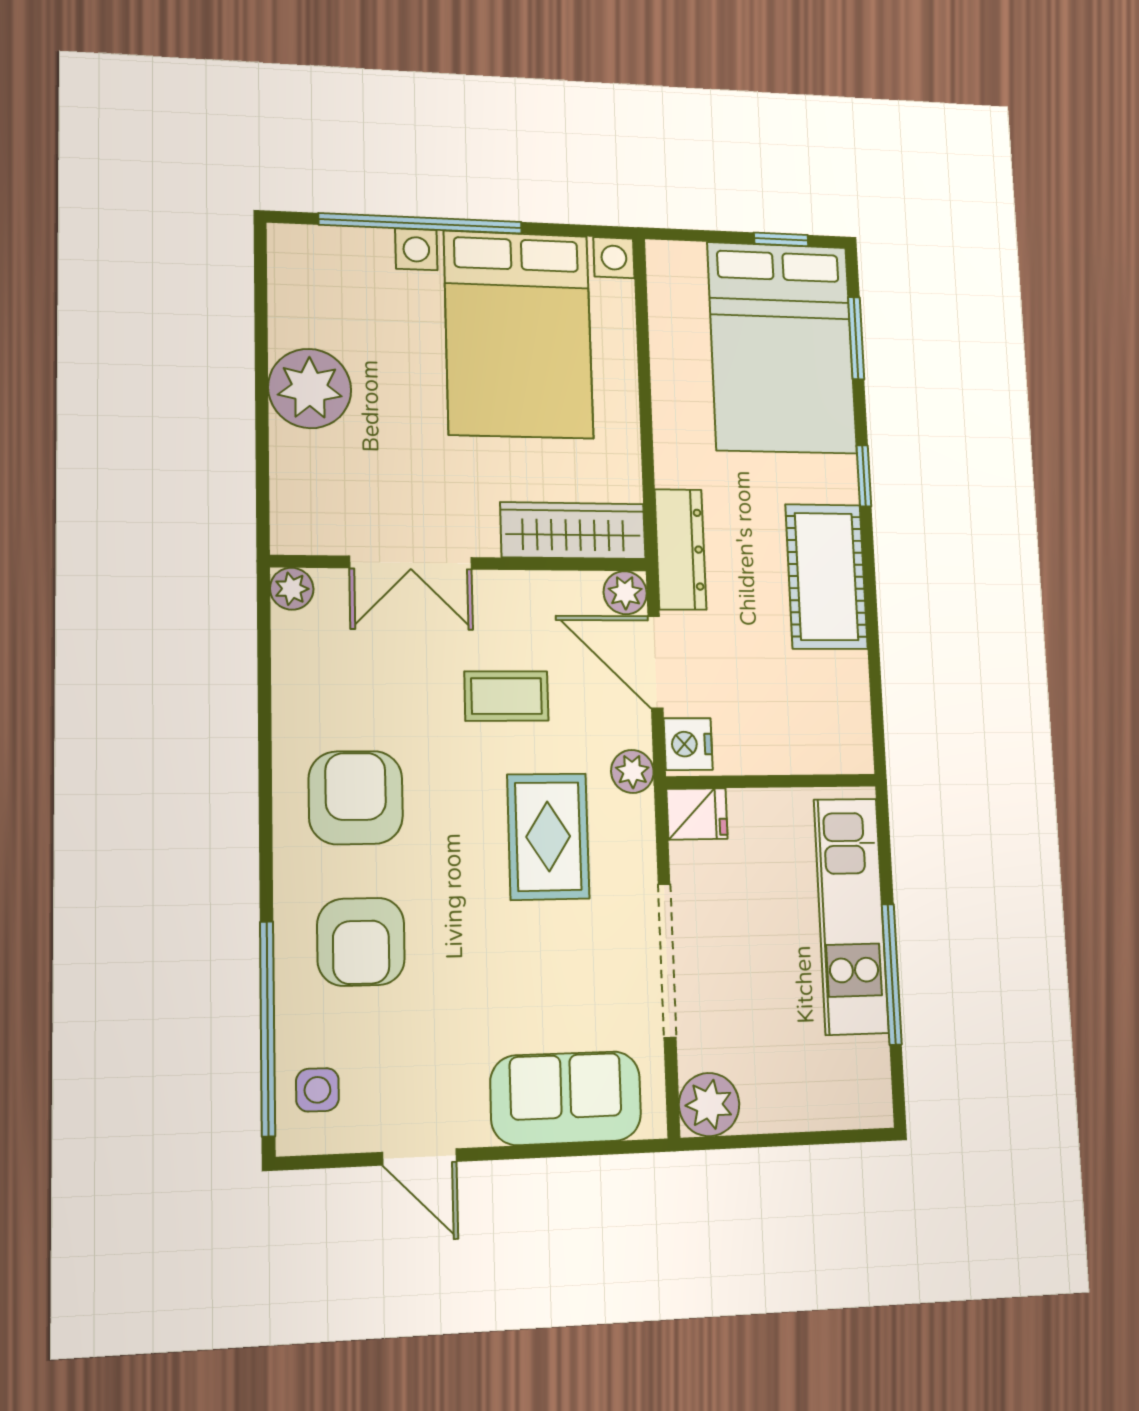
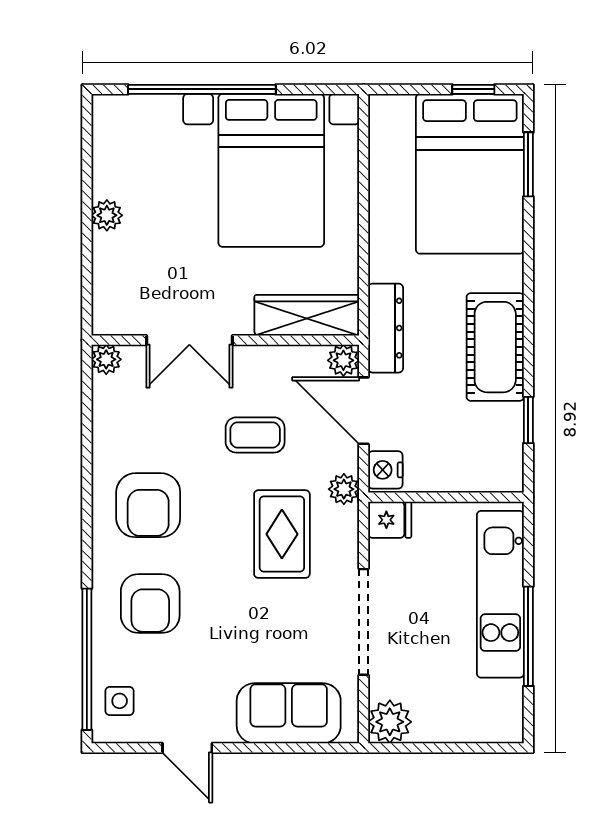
plant: (310, 388) -> (107, 215), width x0.53, depth x0.53
window: (864, 476) -> (528, 420), moved
armchair: (356, 798) -> (148, 505), turned 180

